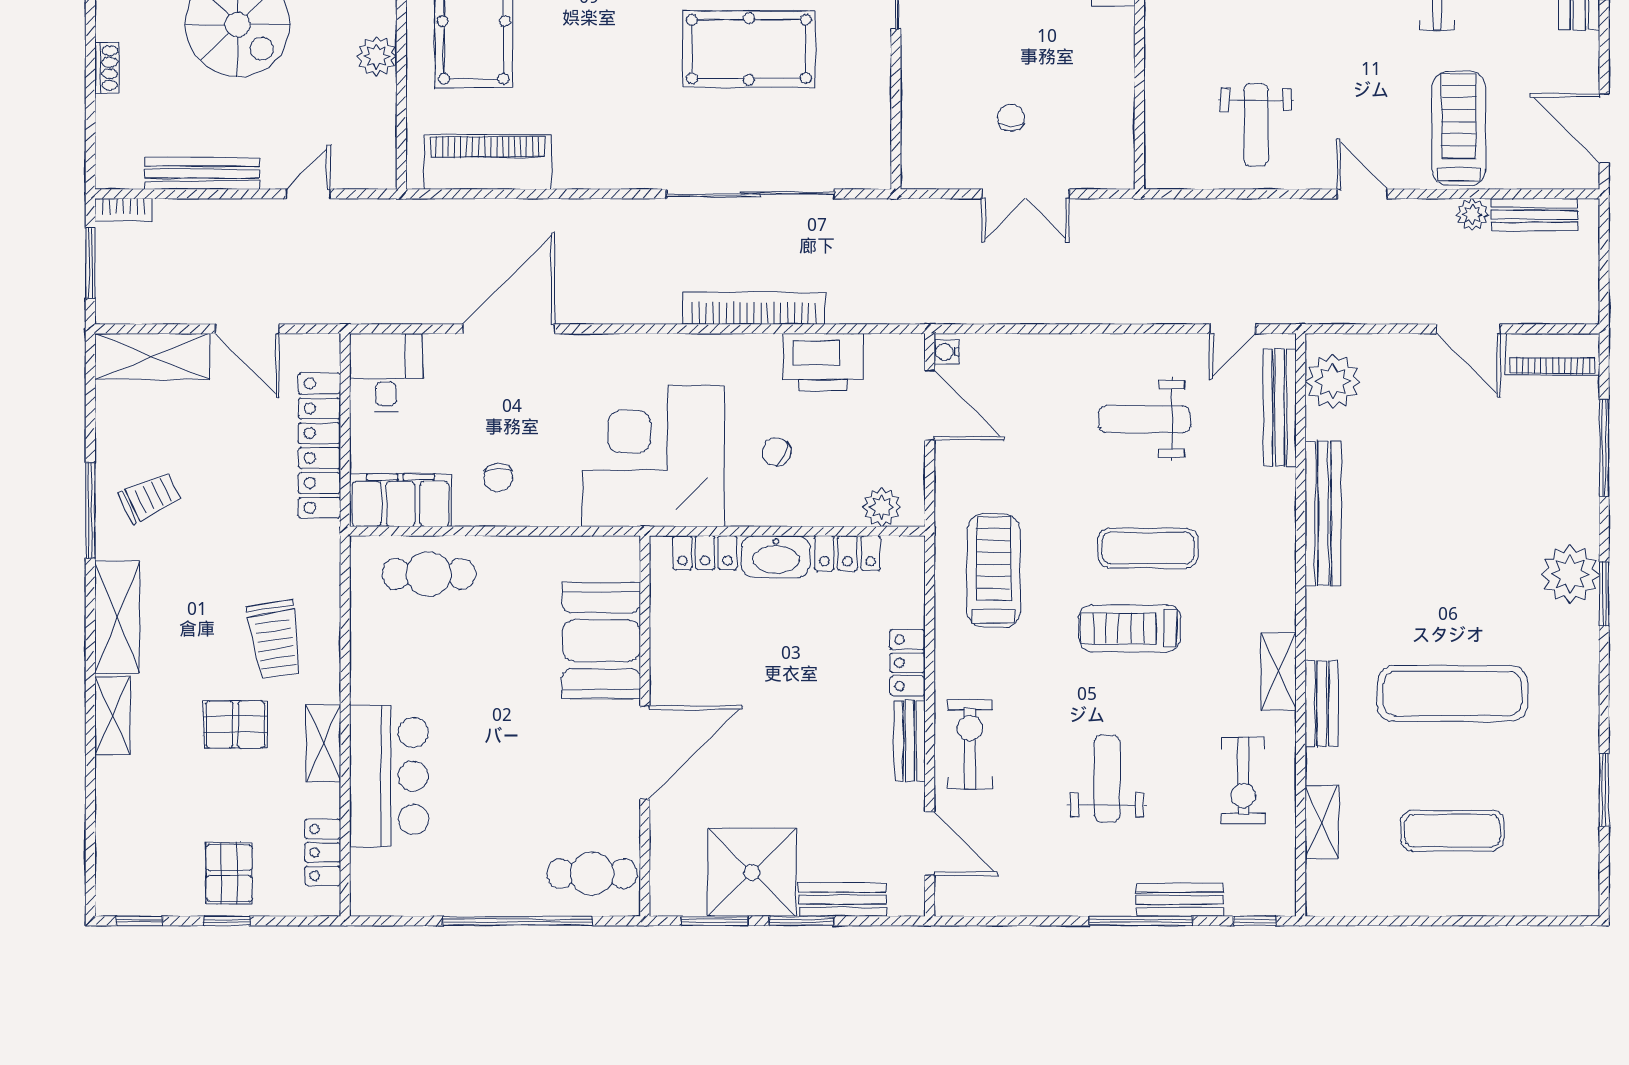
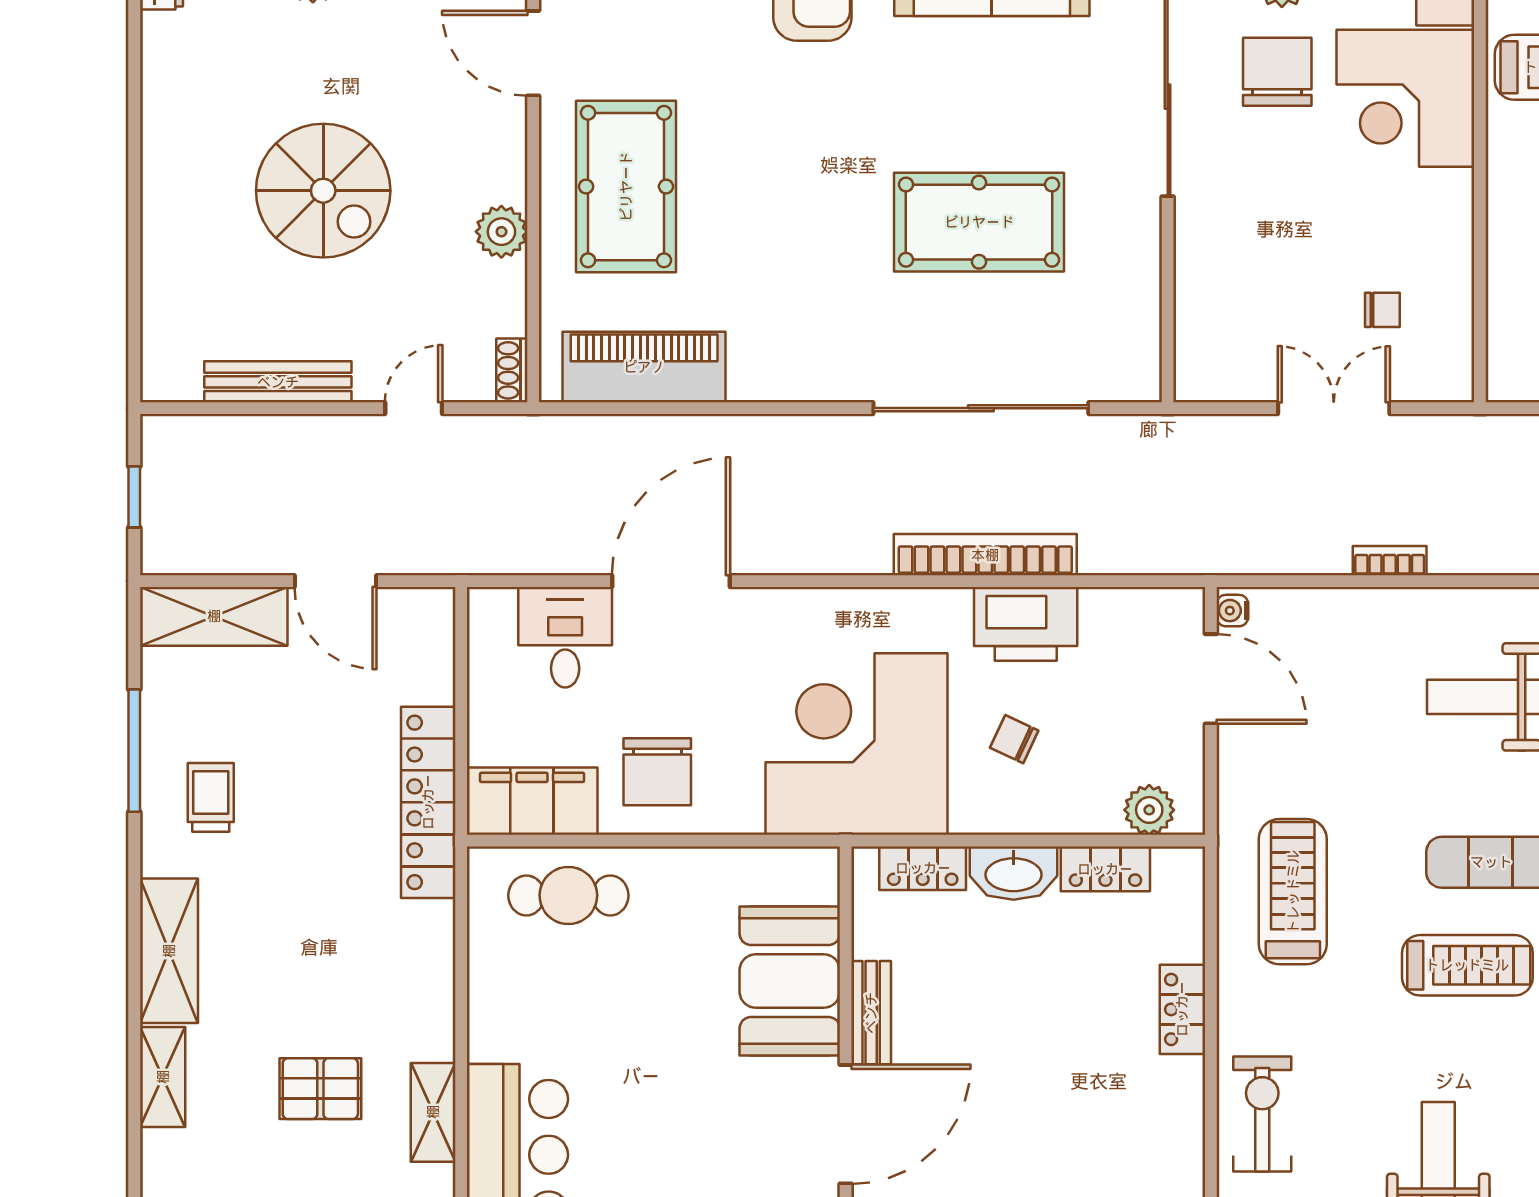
shoe rack: (107, 68) -> (512, 370), moved, turned 180
chair: (1011, 118) -> (1382, 310), moved, turned 90
double door: (1026, 194) -> (1334, 408), swing flipped
bookcase: (123, 210) -> (1390, 561), moved, turned 180
window: (90, 263) -> (134, 497), width x0.67
printer: (823, 362) -> (1026, 624), moved
desk: (386, 373) -> (565, 637), moved
locker: (319, 446) -> (428, 802), moved
chair: (498, 477) -> (657, 772), width x1.87, depth x1.87
trolley: (150, 497) -> (211, 797), turned -65
window: (90, 511) -> (134, 751), moved
treadmill: (1130, 628) -> (1467, 965), turned 180
trolley: (275, 639) -> (371, 979), removed
bench: (910, 741) -> (871, 1013), moved

